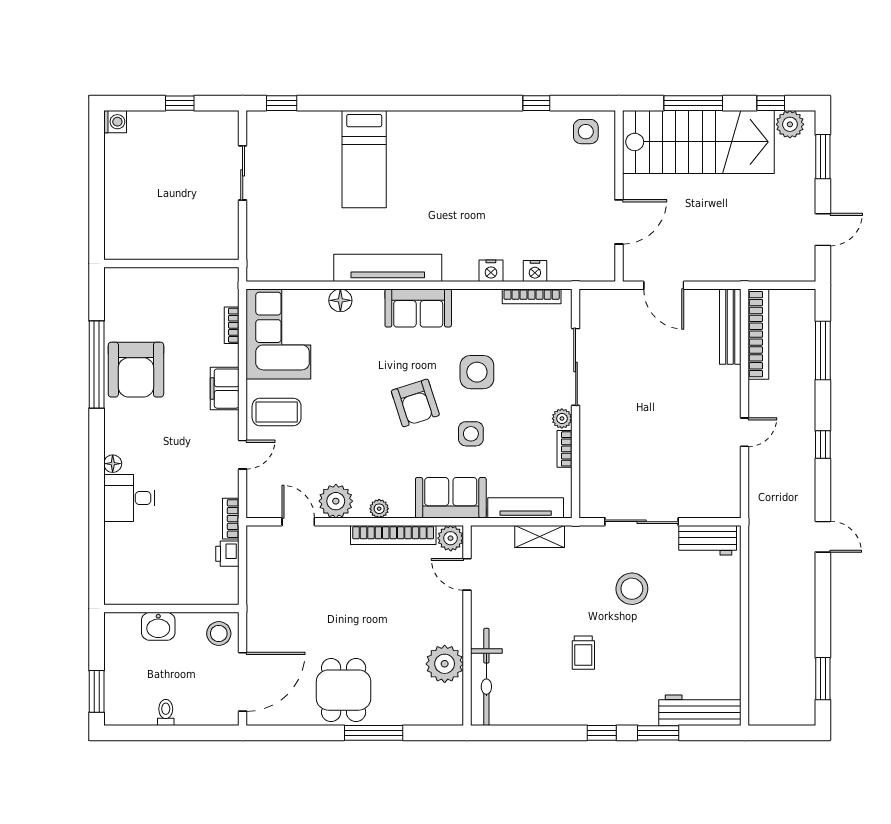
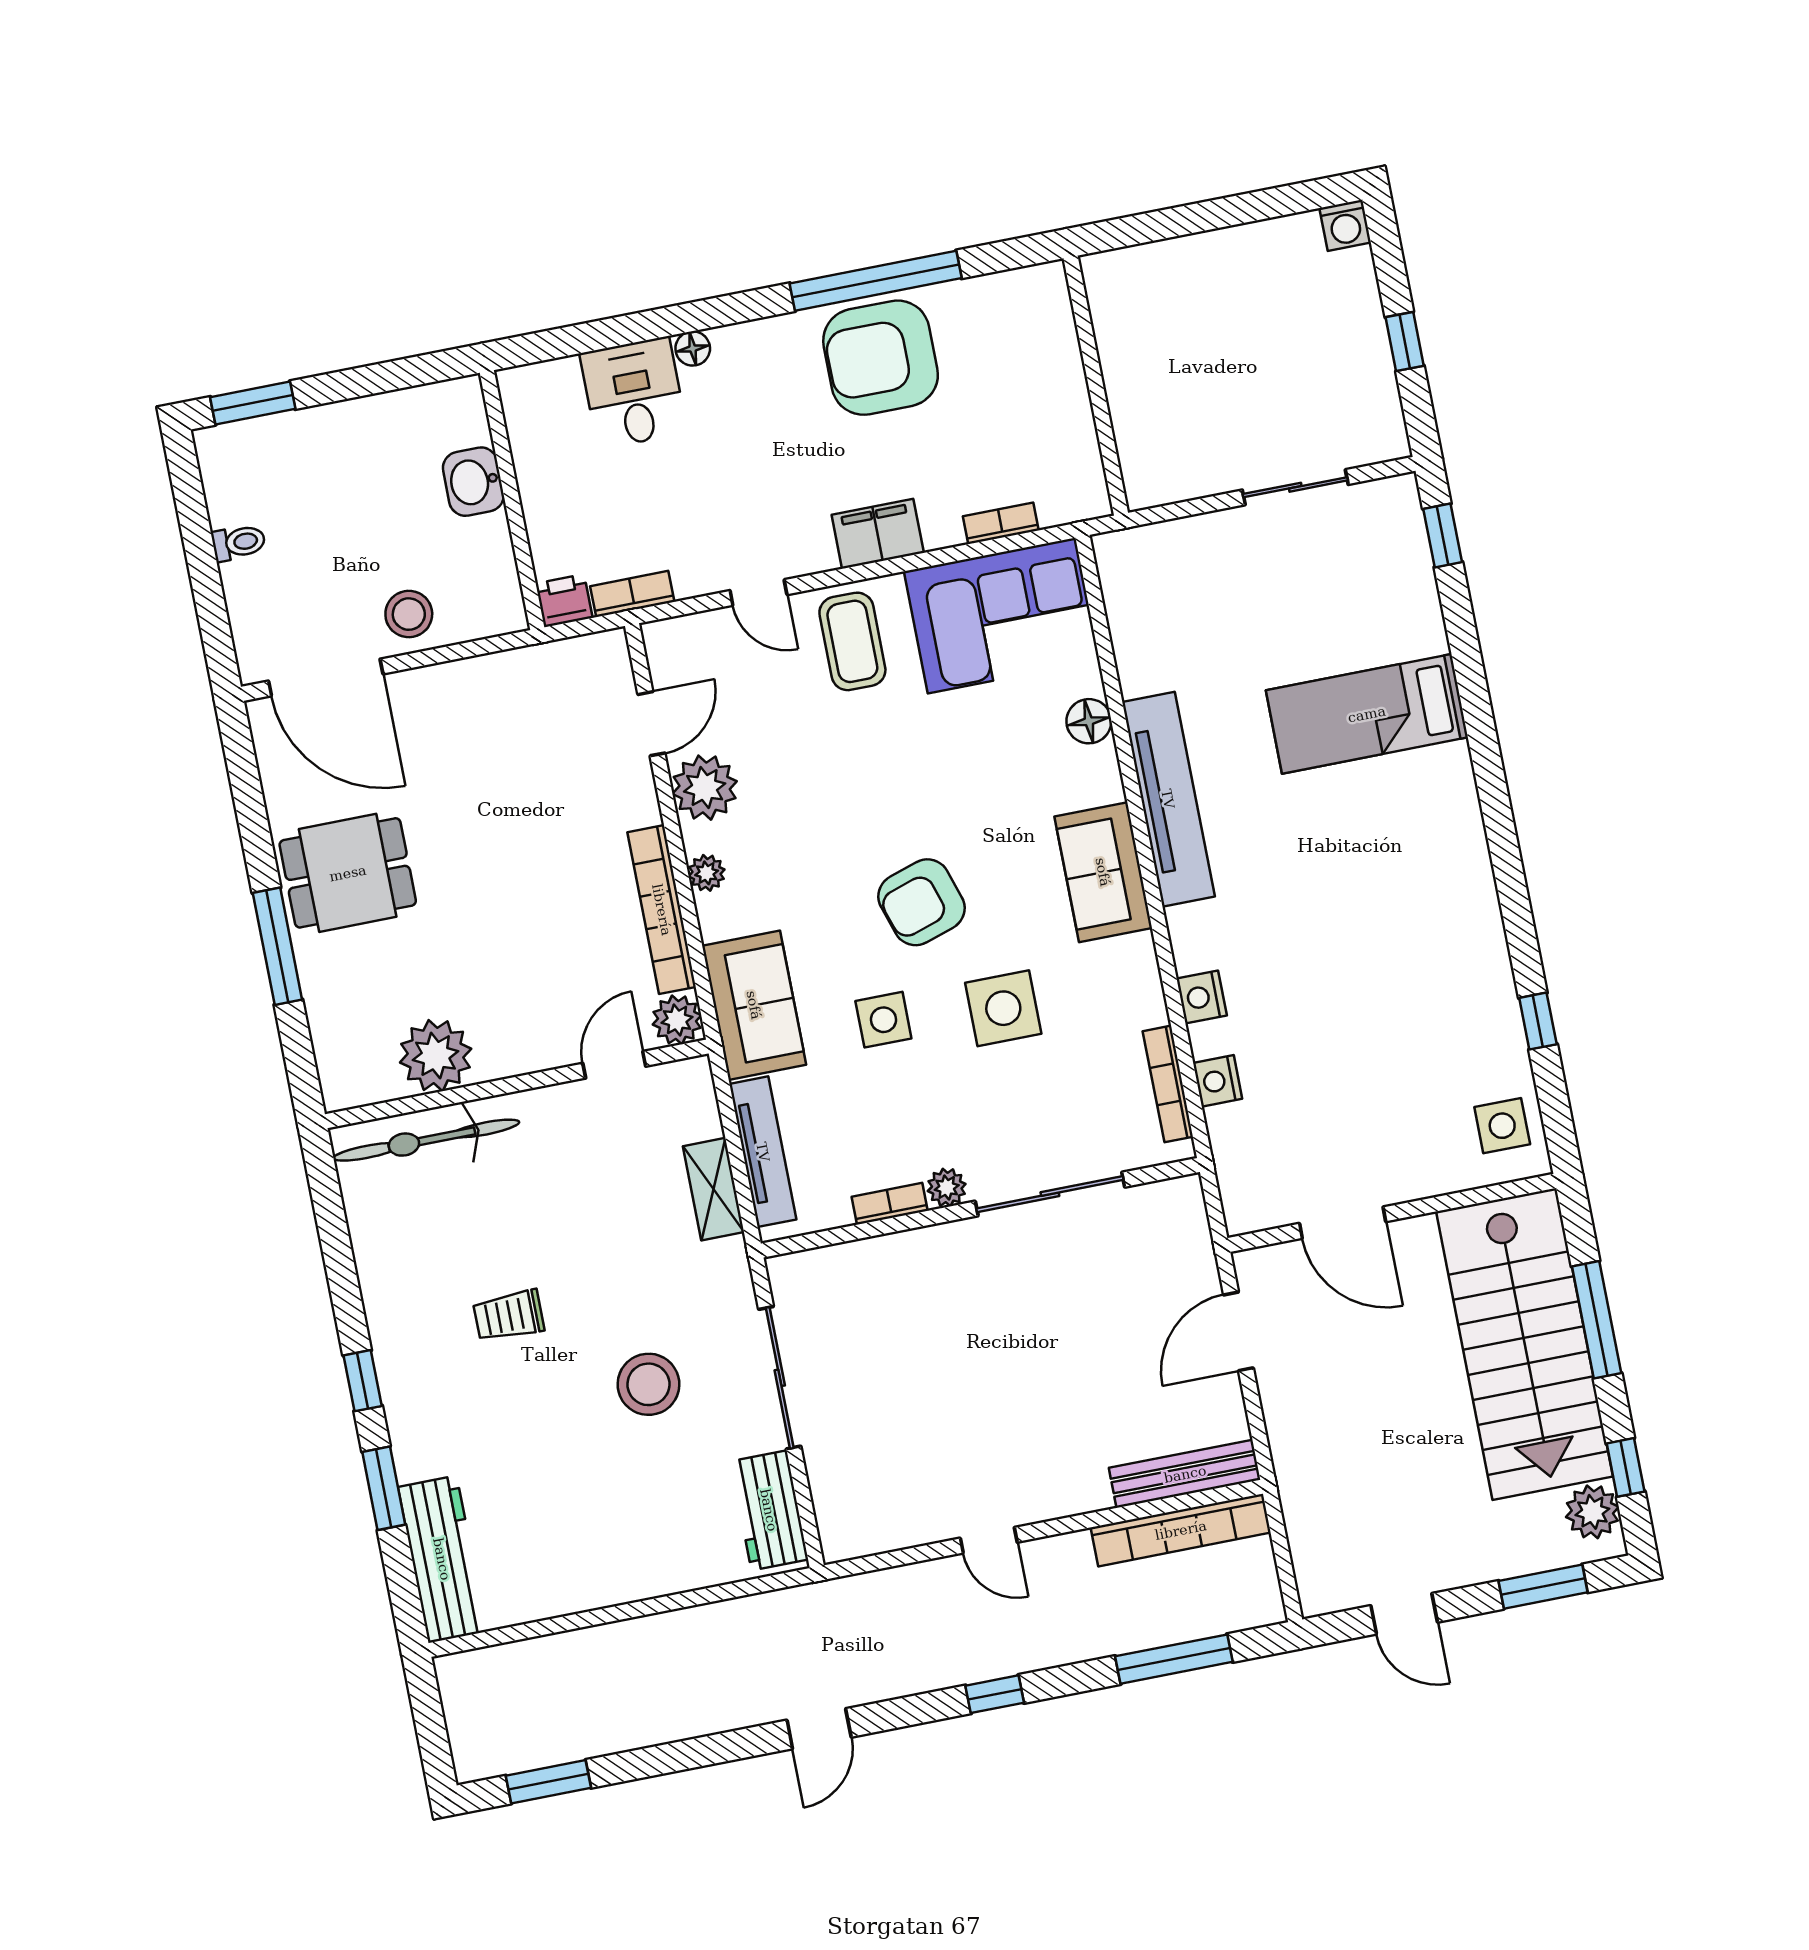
wall: (171, 609) -> (512, 500), moved
washbasin: (158, 626) -> (473, 482), moved

